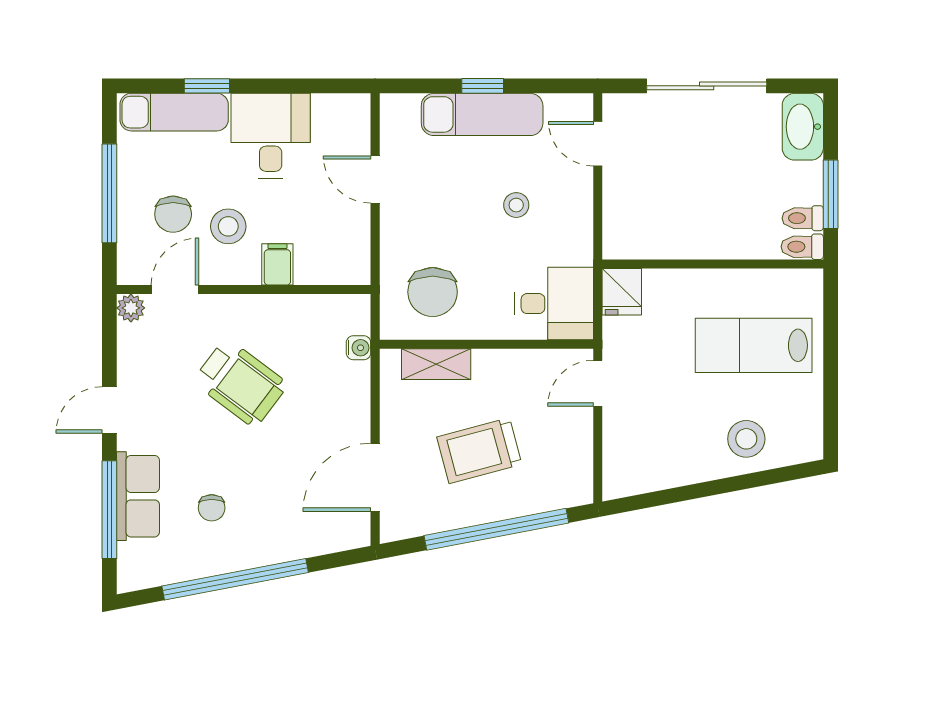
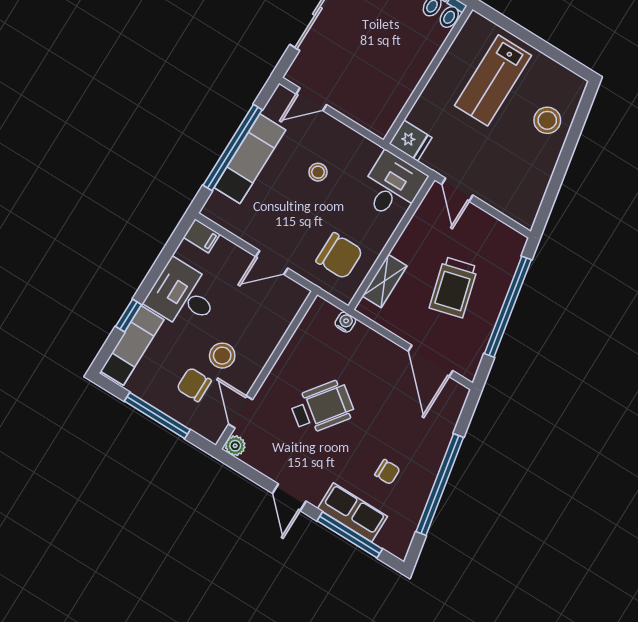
window: (483, 86) -> (233, 148), width x3.17
door: (375, 180) -> (272, 262), moved
chair: (173, 214) -> (194, 385), turned 180
filing cabinet: (277, 264) -> (202, 236), moved, turned 180

